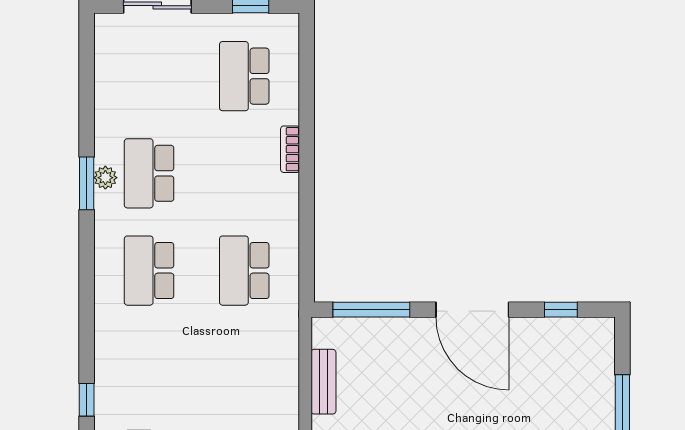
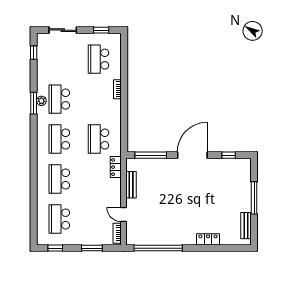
door: (472, 310) -> (192, 155), swing flipped
locker: (286, 339) -> (116, 167), added
school desk: (149, 368) -> (59, 179), added
window: (87, 400) -> (34, 53), moved

